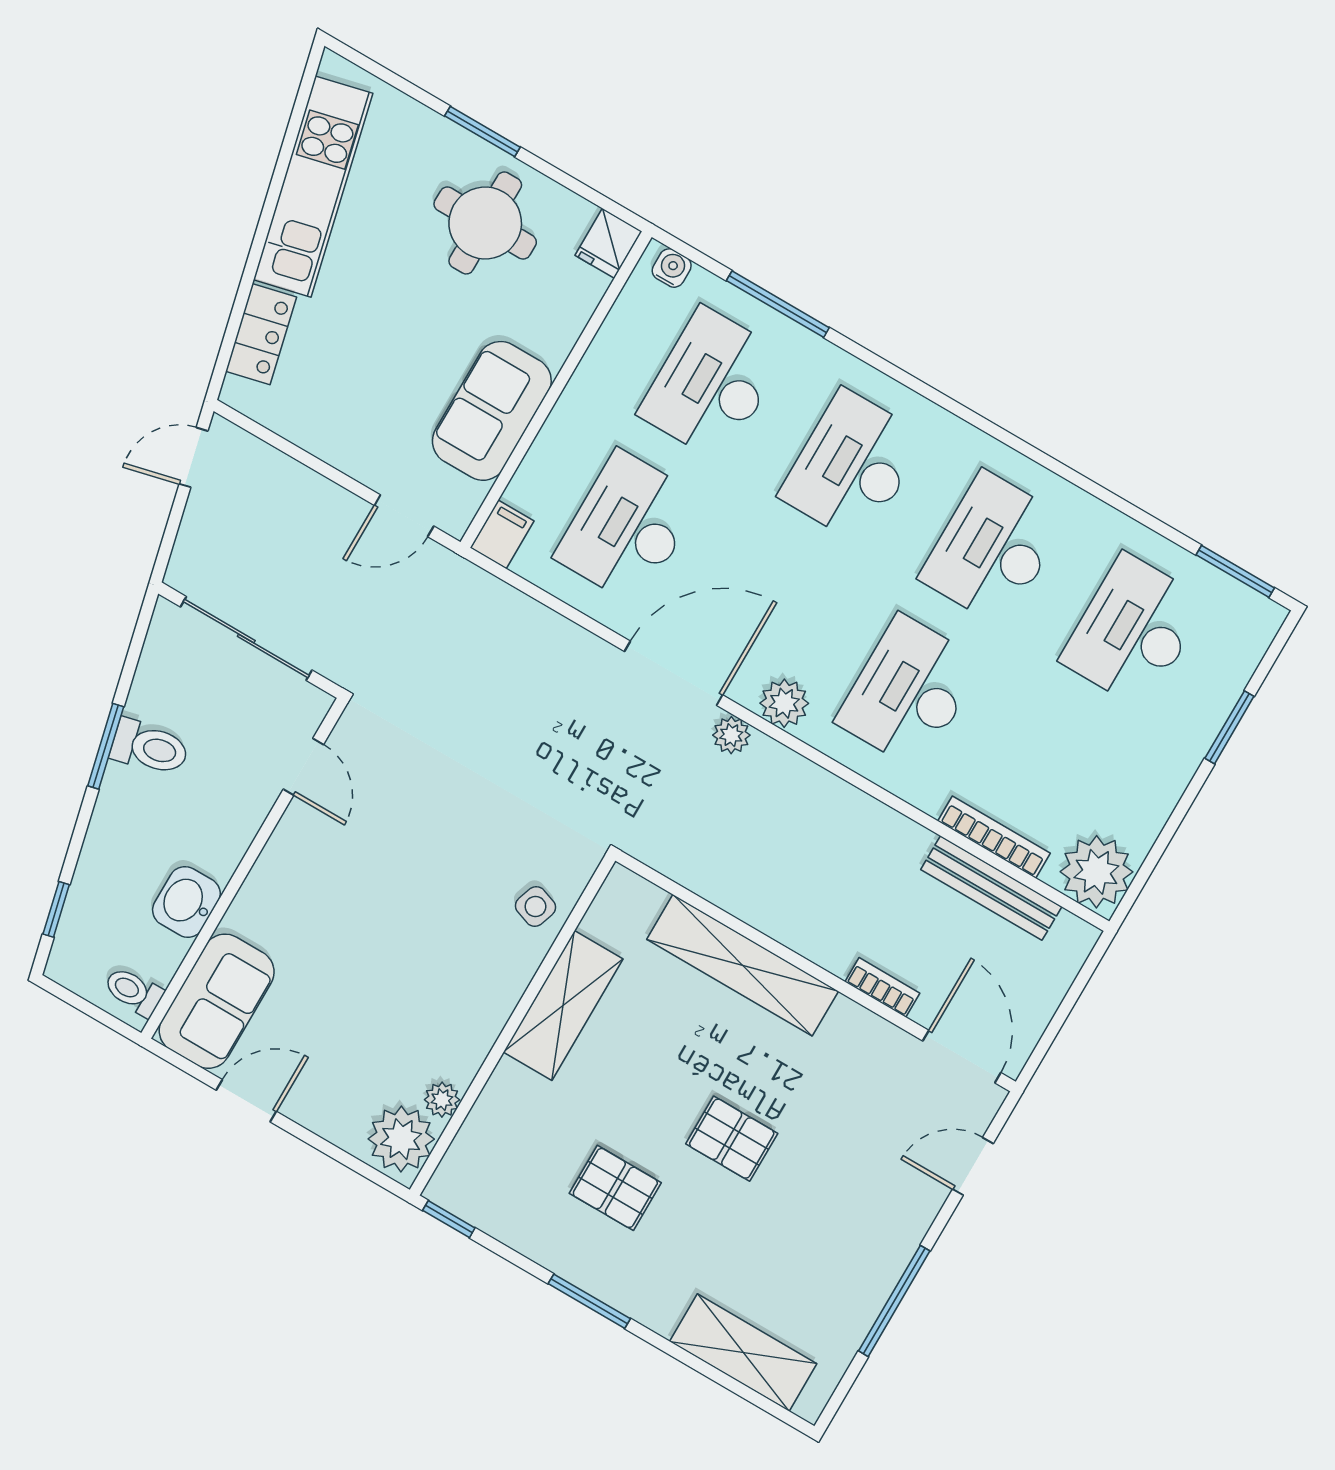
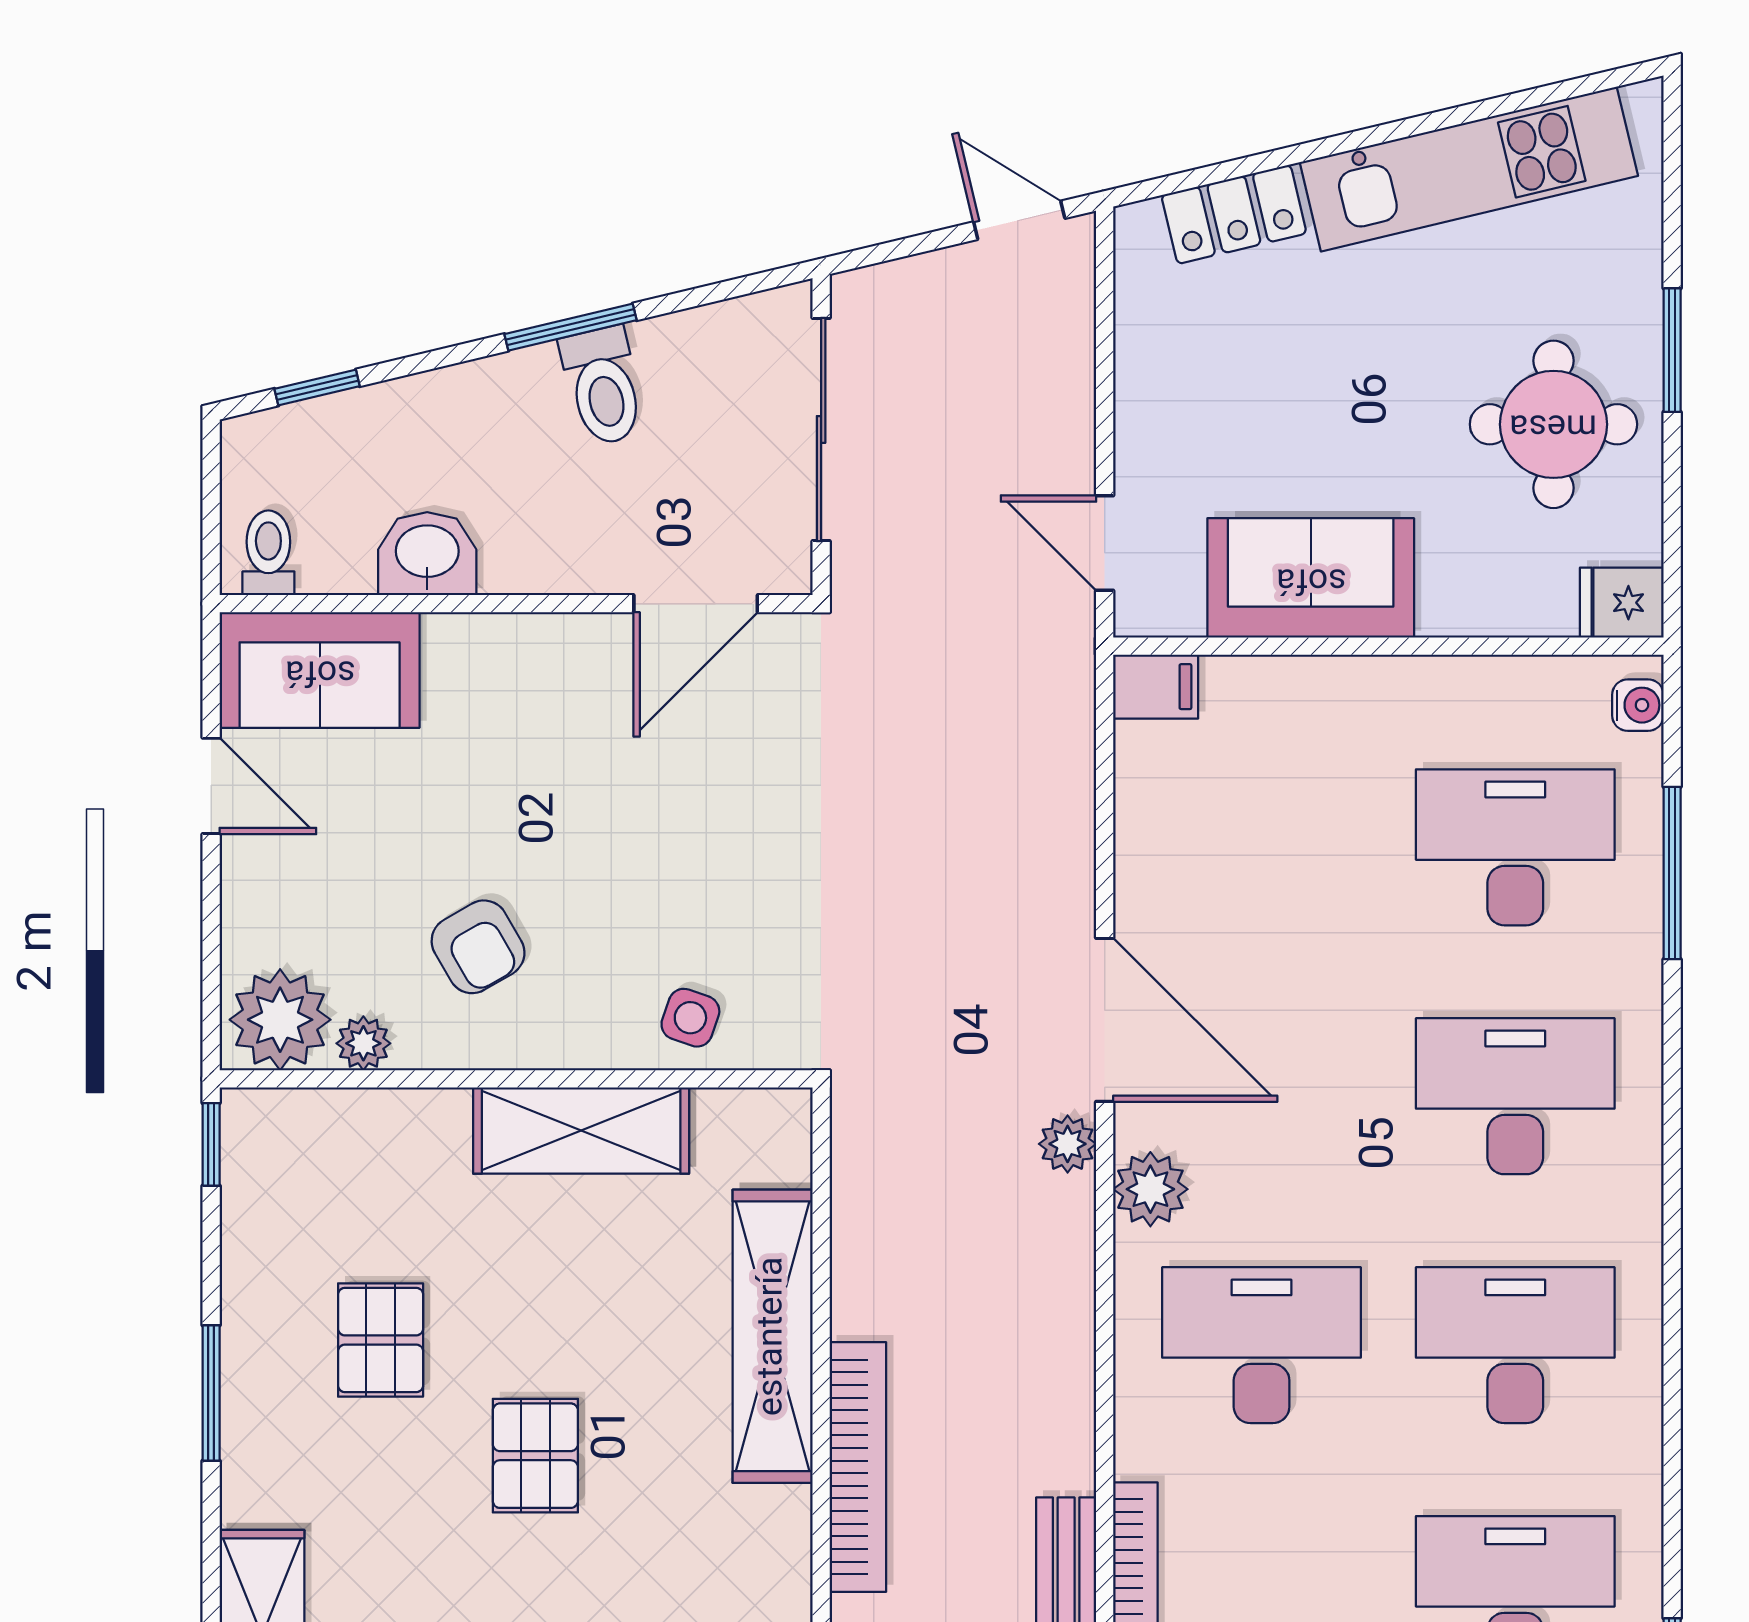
desk: (628, 528) -> (1262, 847), removed
door: (303, 767) -> (696, 604), width x1.38
bookcase: (882, 987) -> (858, 1467), width x2.31, depth x1.31
armchair: (425, 1003) -> (478, 947), added

